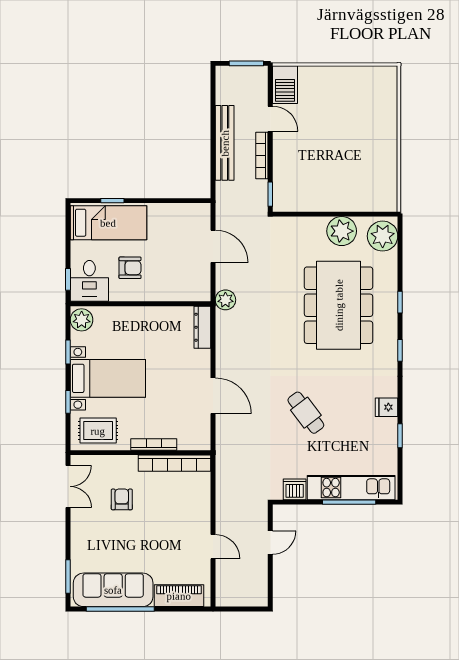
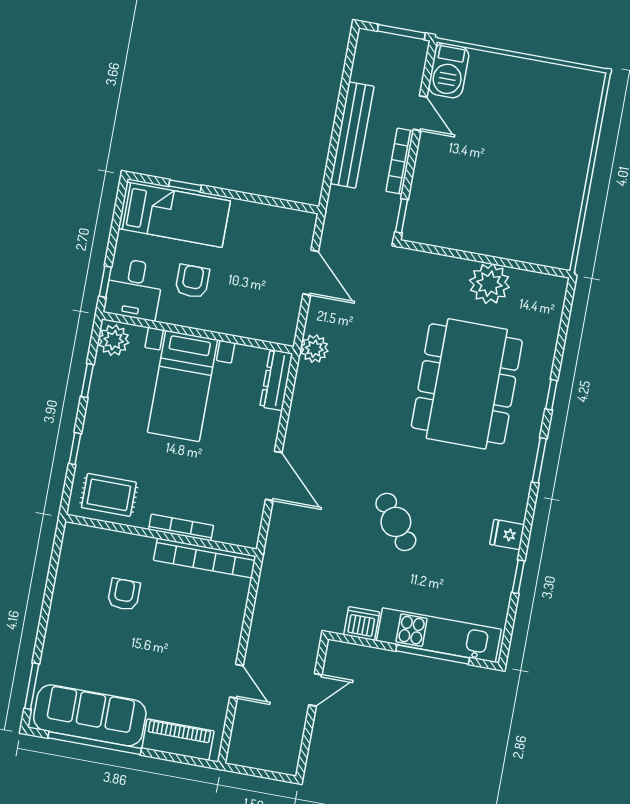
plant: (383, 236) -> (544, 301), removed
armchair: (130, 268) -> (192, 281), turned -90
window: (400, 350) -> (539, 460), width x1.50
bed with nightstands: (108, 378) -> (182, 386), moved, turned 90
double door: (68, 486) -> (54, 564), removed

